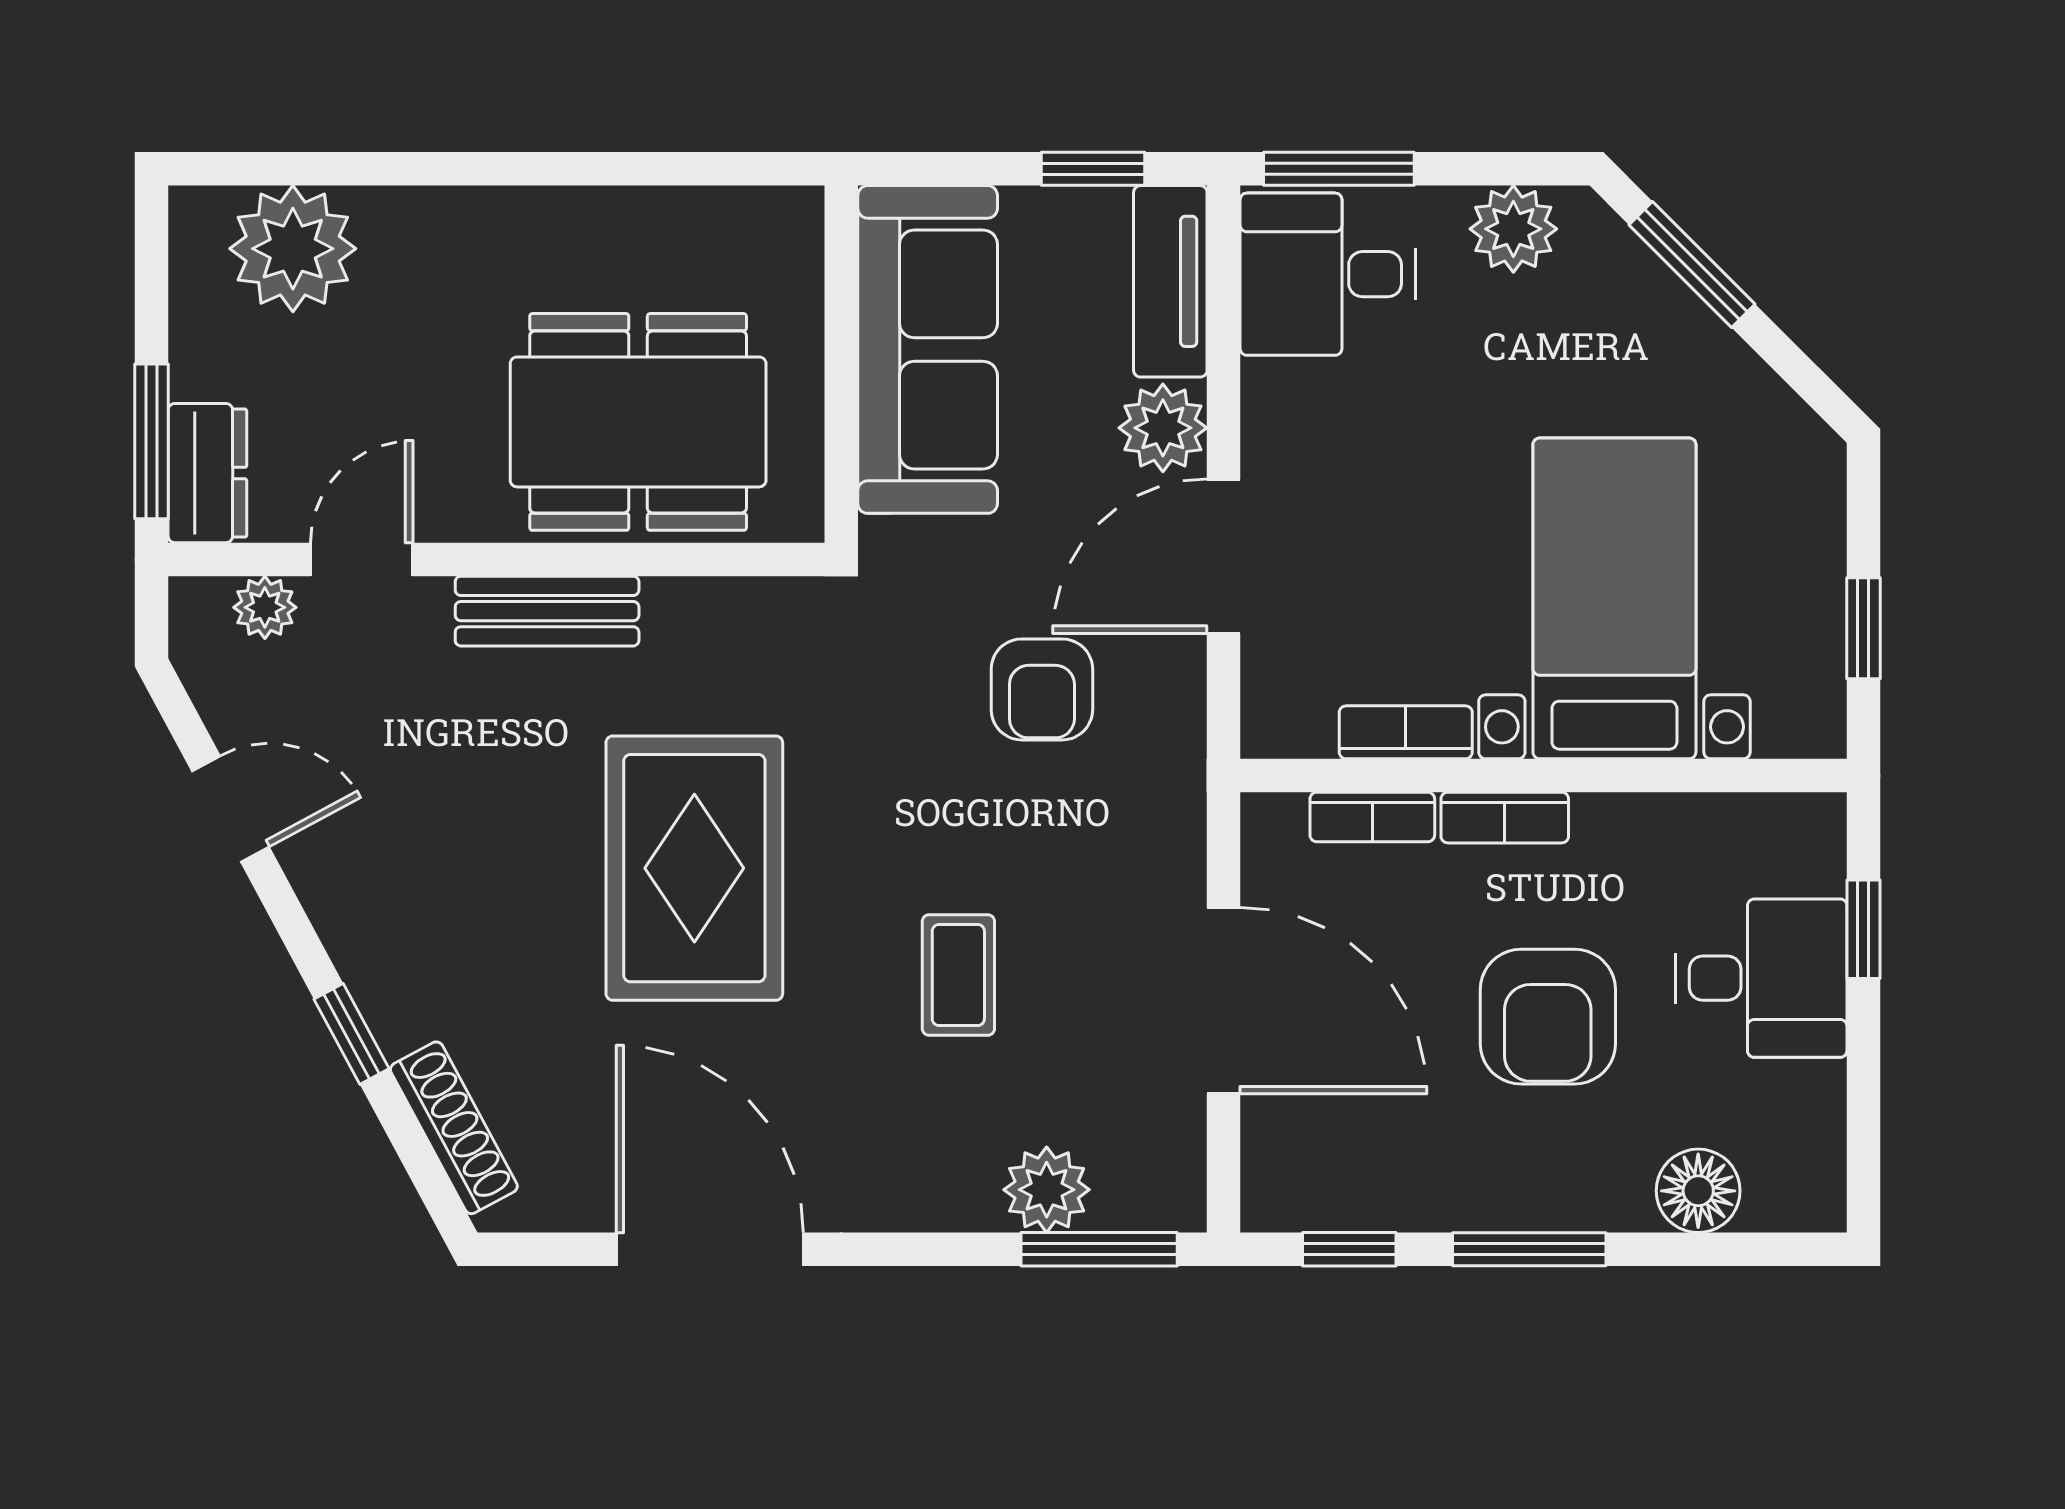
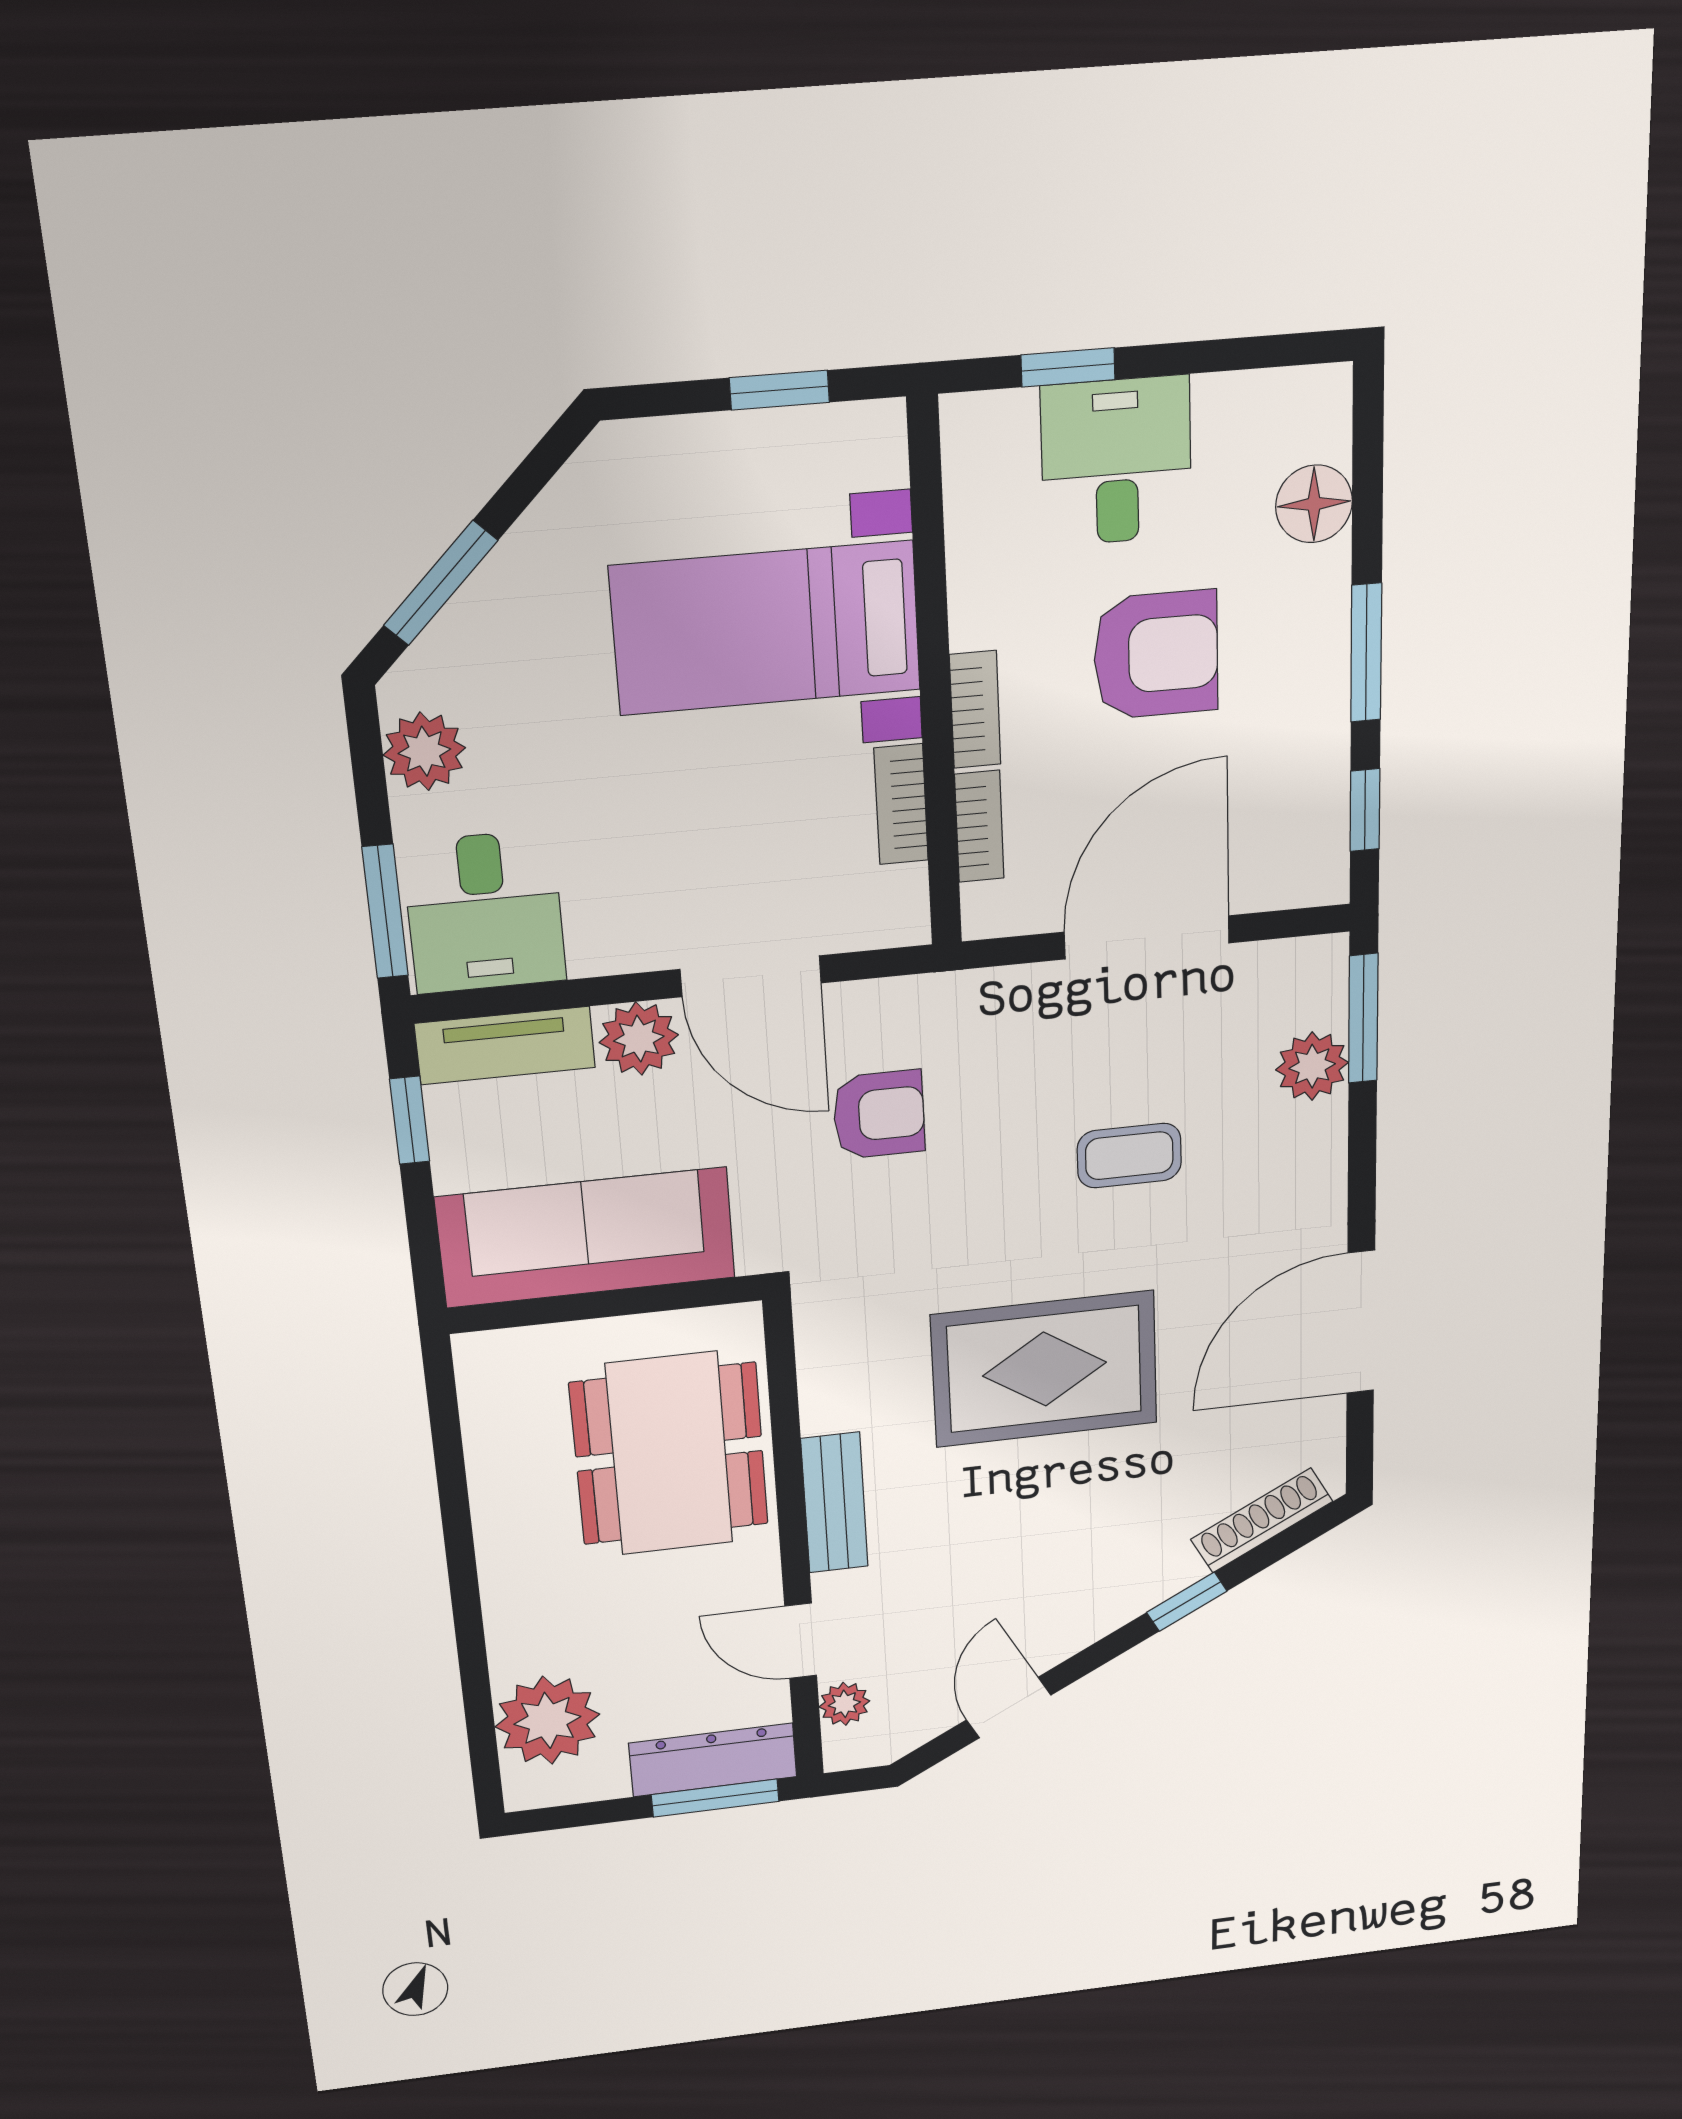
dresser: (207, 473) -> (713, 1760), width x1.44

